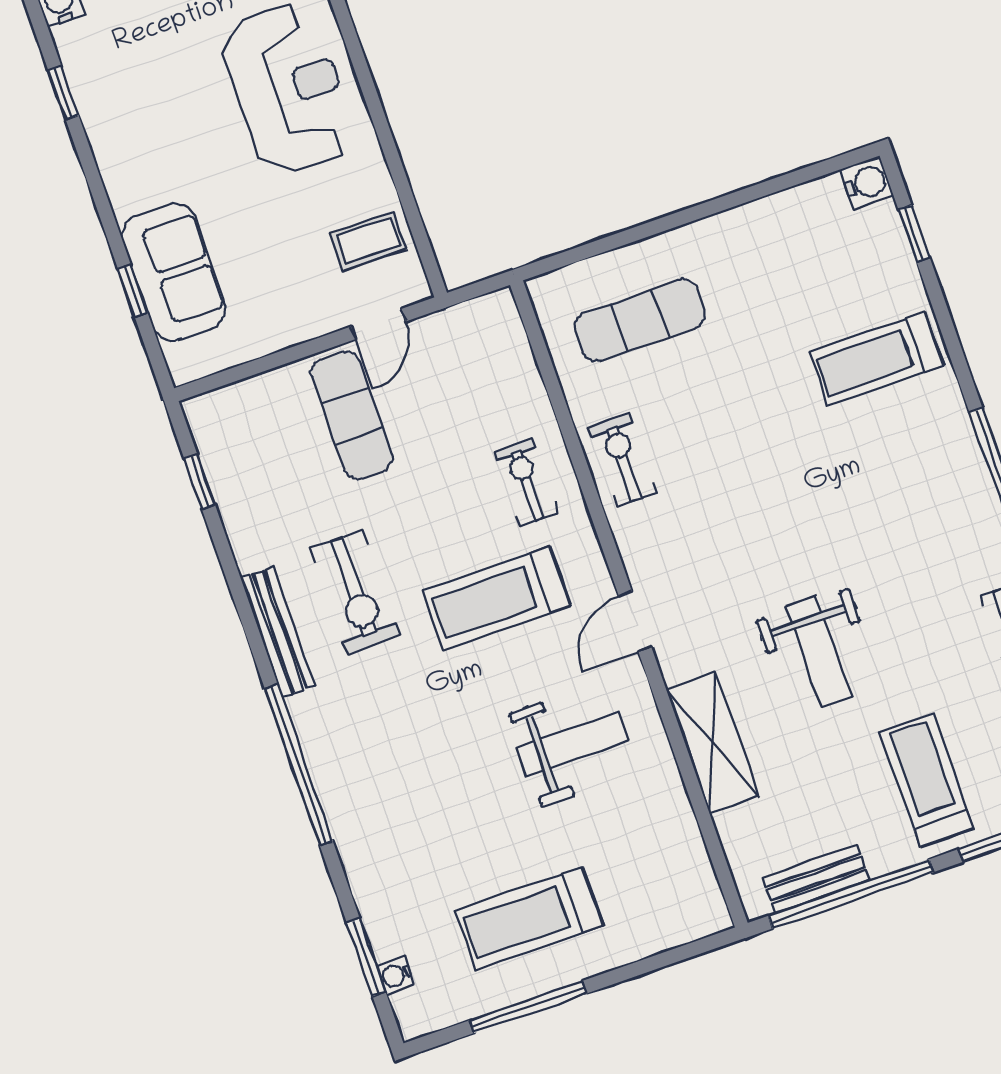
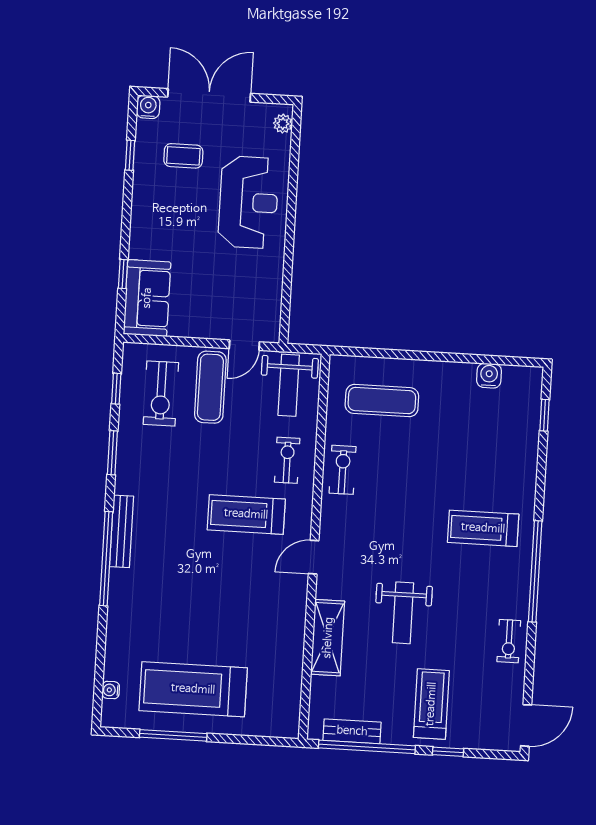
water cooler: (867, 183) -> (489, 376), moved, turned -90
coffee table: (368, 241) -> (183, 156), moved
sofa: (174, 272) -> (147, 298), moved
treadmill: (876, 359) -> (483, 528), moved
exercise bike: (355, 592) -> (161, 393), moved
bench: (278, 632) -> (122, 531), moved
weight bench: (573, 744) -> (289, 385), moved, turned 90
treadmill: (529, 918) -> (193, 689), width x1.37, depth x1.38
window: (366, 957) -> (112, 453), moved

